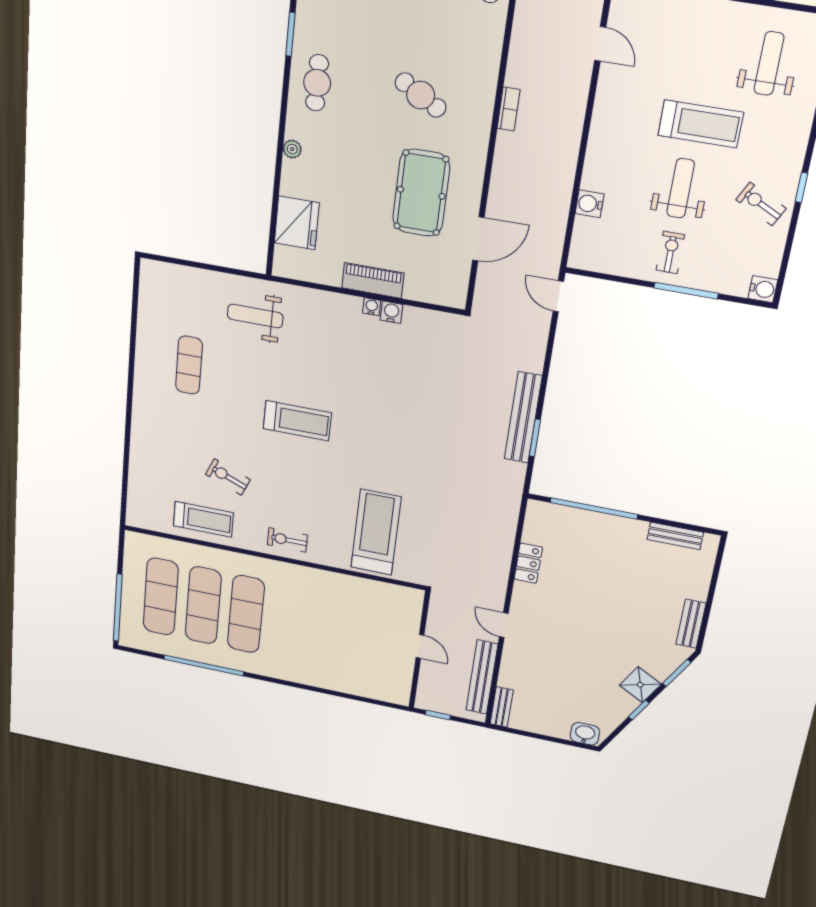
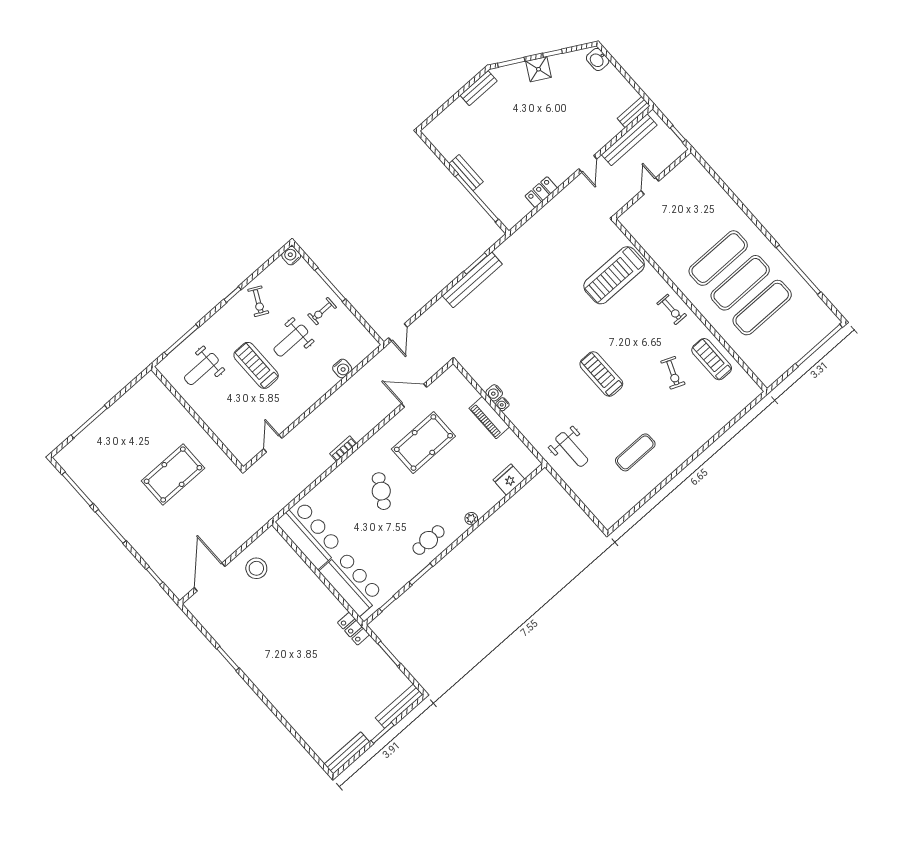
fridge: (297, 223) -> (509, 480), width x0.73, depth x0.75
bench: (675, 536) -> (466, 173), moved
exercise mat: (161, 597) -> (718, 258), moved

